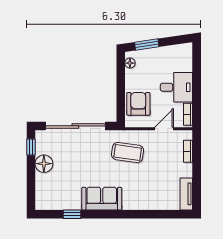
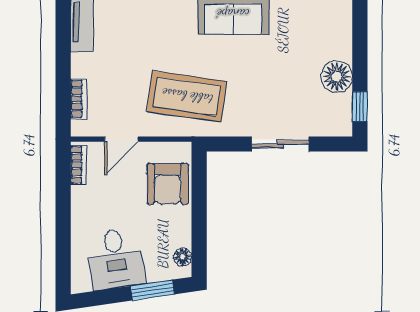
desk: (176, 87) -> (116, 259), moved, turned -98
sliding door: (75, 126) -> (280, 144), width x0.54
coffee table: (128, 153) -> (187, 96), width x1.36, depth x1.32

